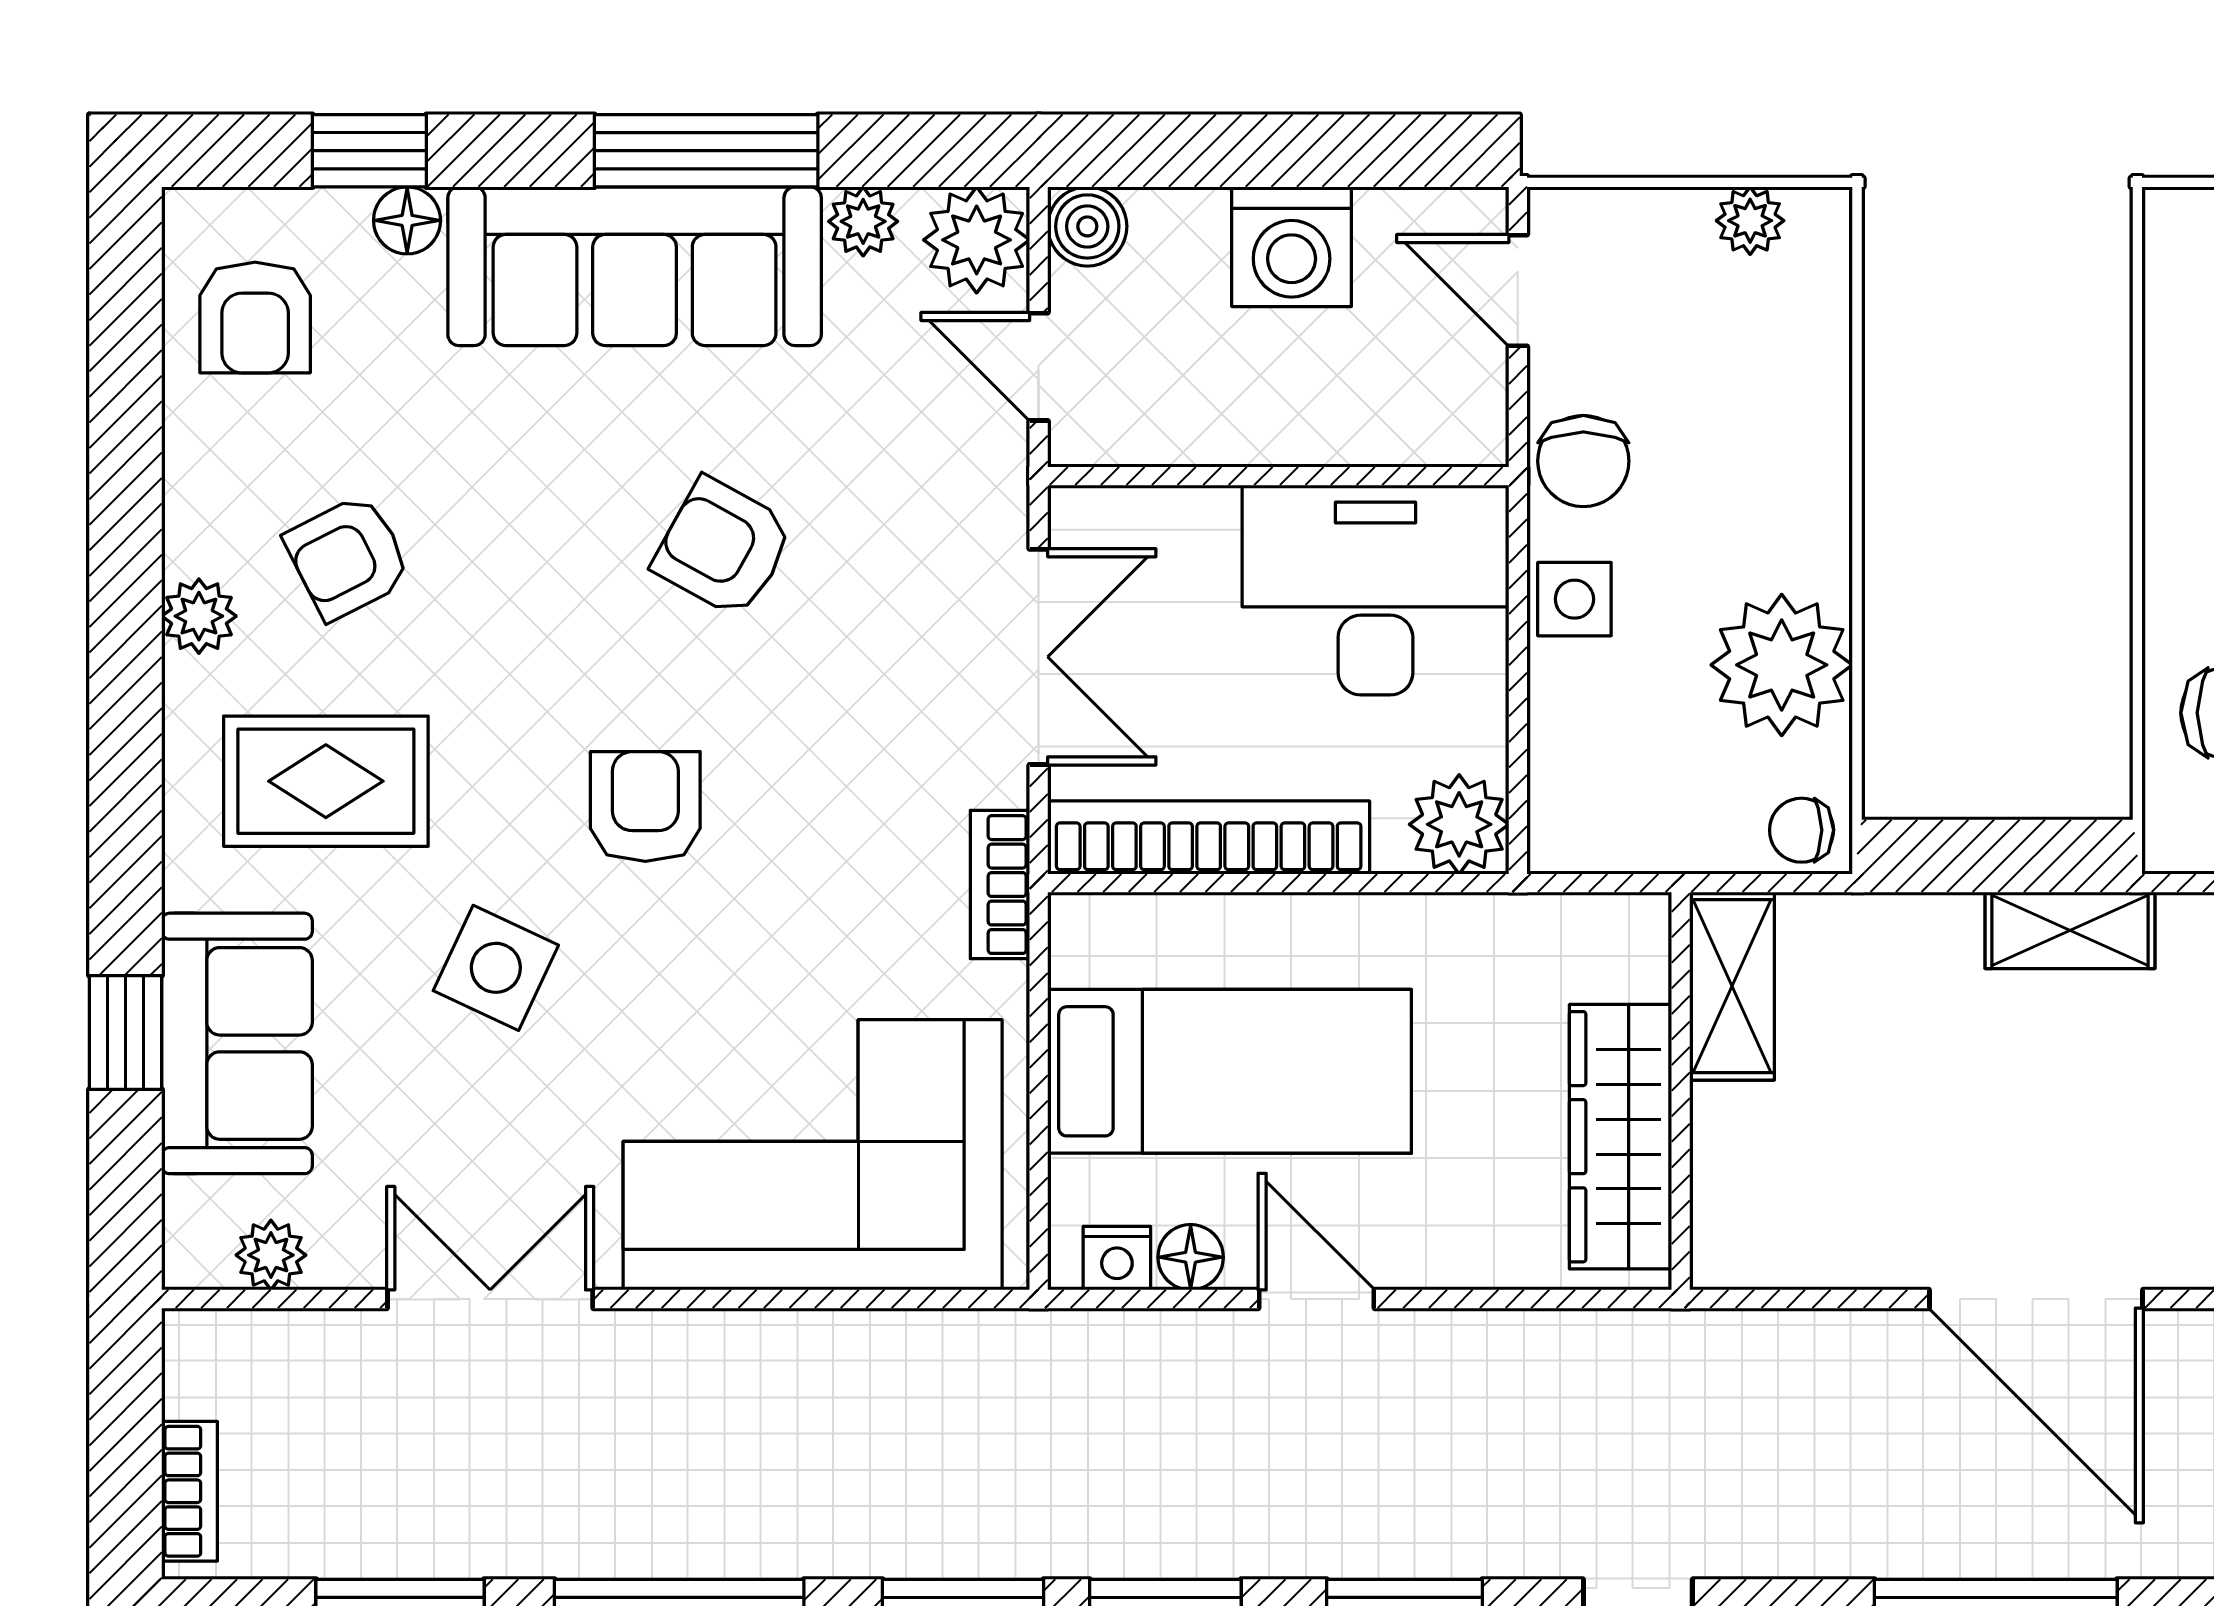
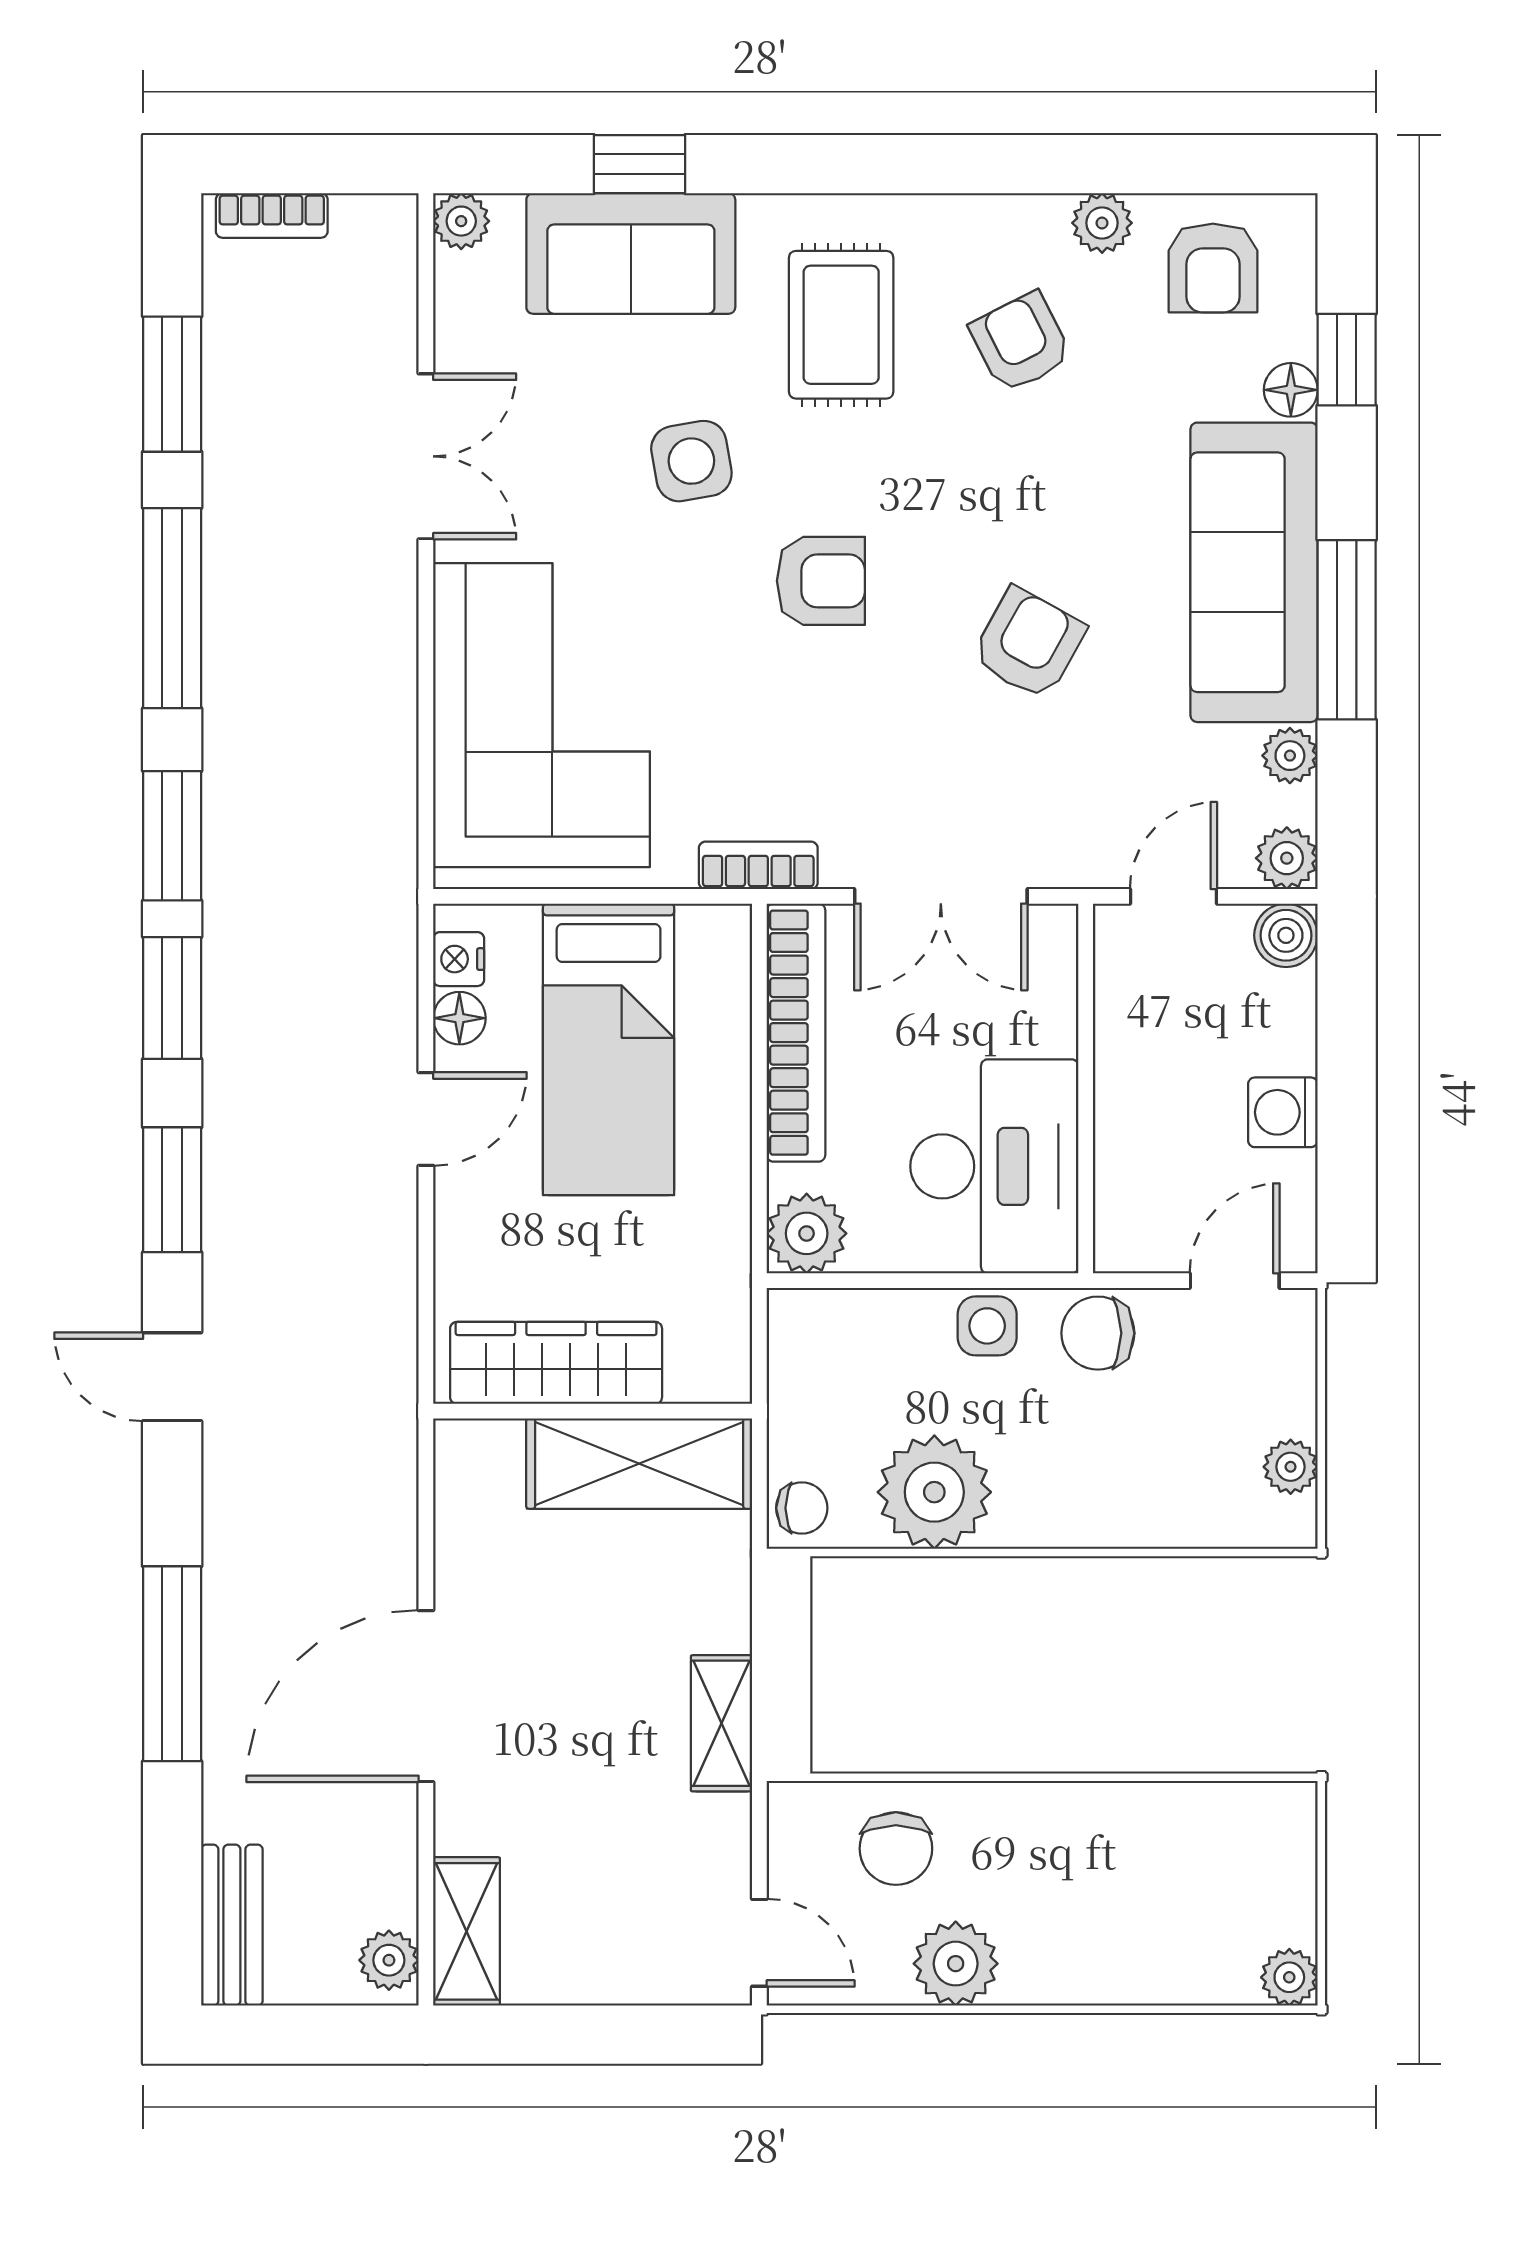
plant: (977, 240) -> (1287, 858), width x0.73, depth x0.73
washing machine: (1292, 247) -> (1283, 1112), width x0.73, depth x0.73
armchair: (255, 318) -> (1213, 268), turned -90
plant: (199, 616) -> (1102, 223), moved
chair: (1802, 830) -> (802, 1508), turned 90
side table: (496, 968) -> (691, 461), turned -35
shelving: (1732, 986) -> (639, 1464), width x1.50, depth x1.33
plant: (271, 1255) -> (461, 221), moved

